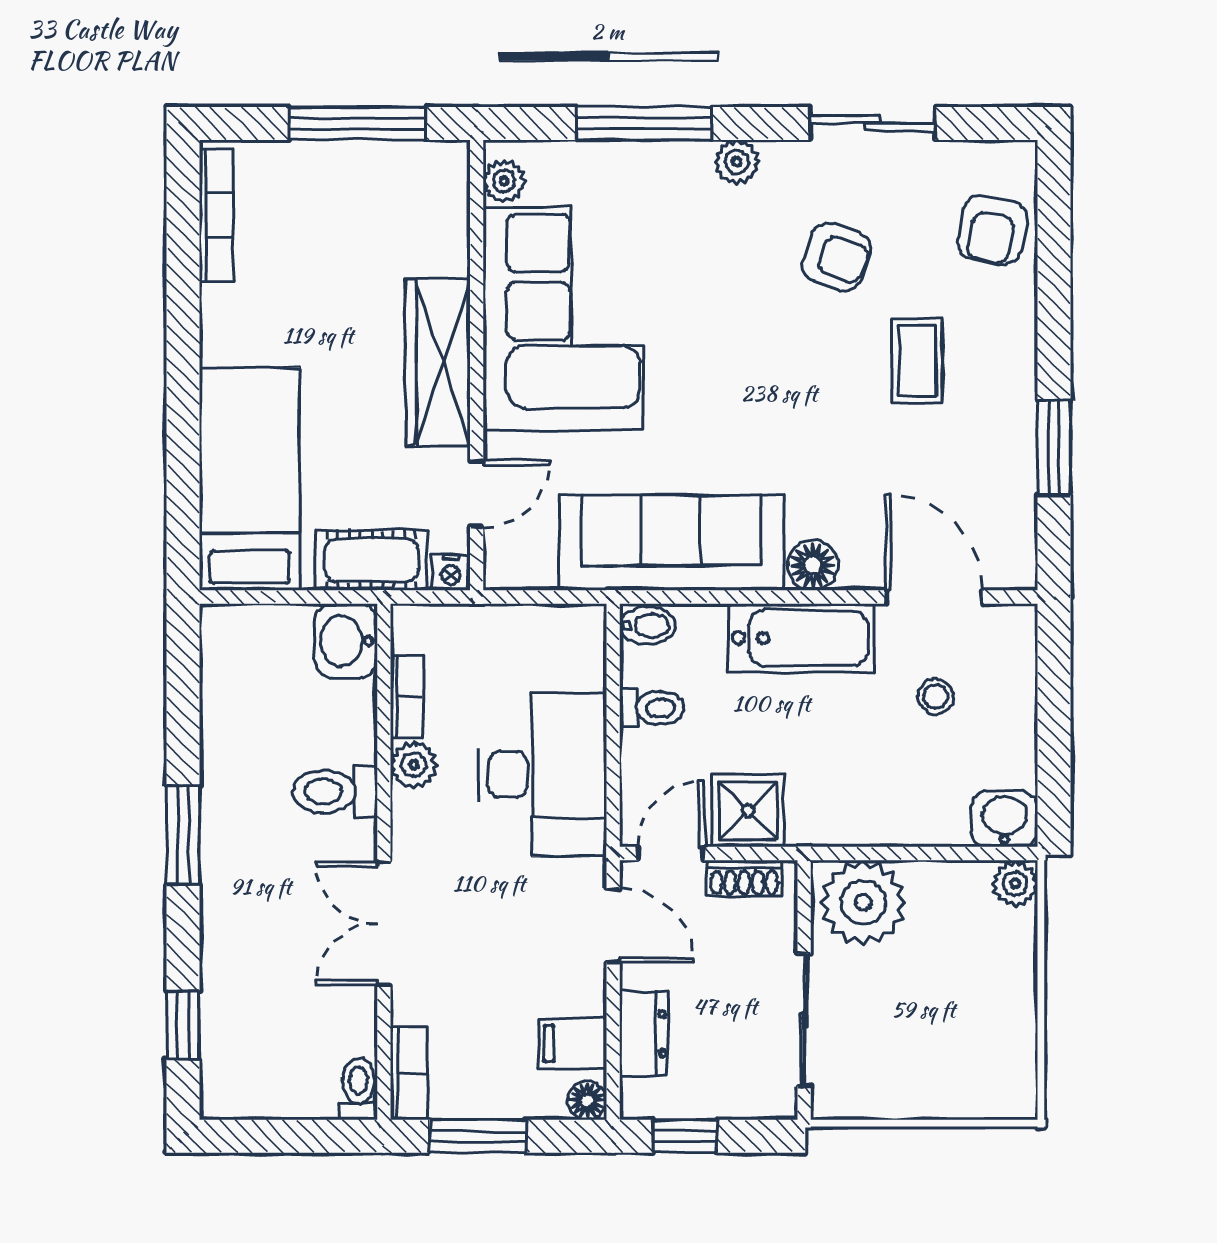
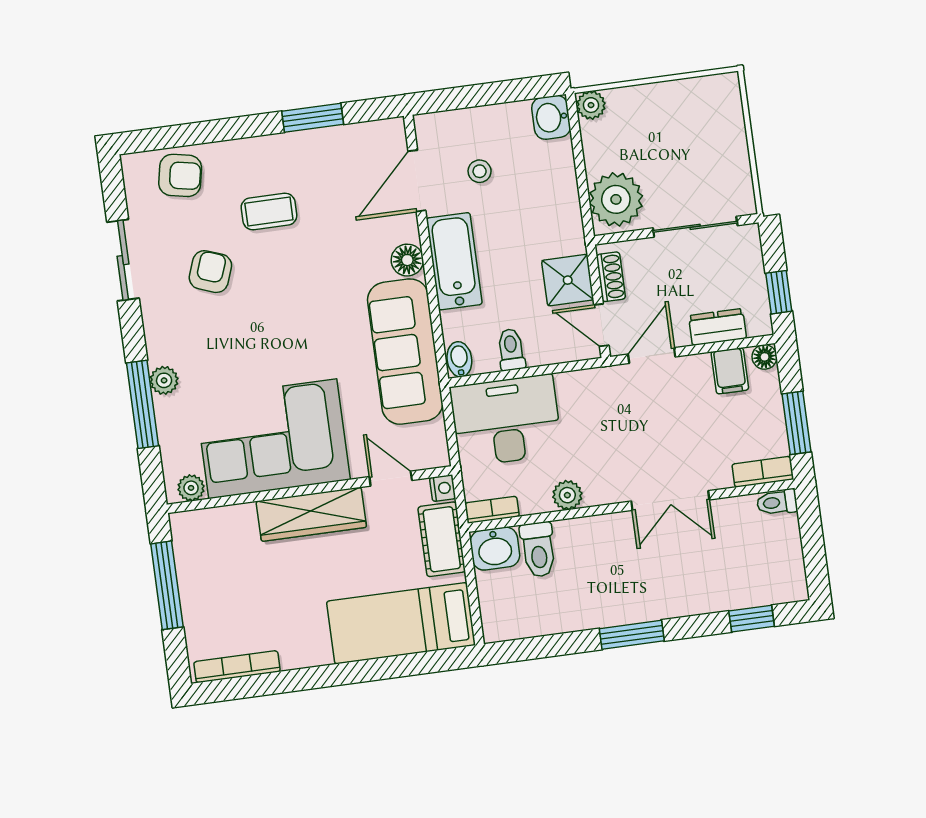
plant: (737, 162) -> (164, 380), moved
bookcase: (407, 696) -> (492, 510), moved
desk: (542, 775) -> (506, 421), moved
toilet: (335, 791) -> (538, 550), moved

